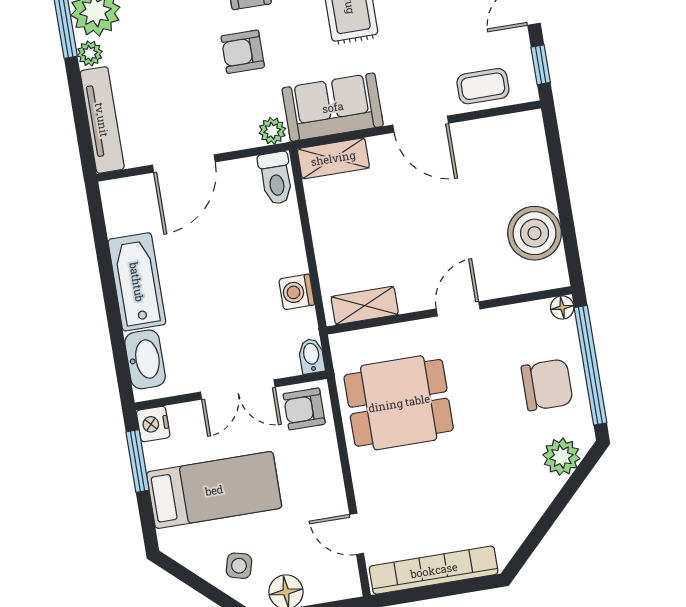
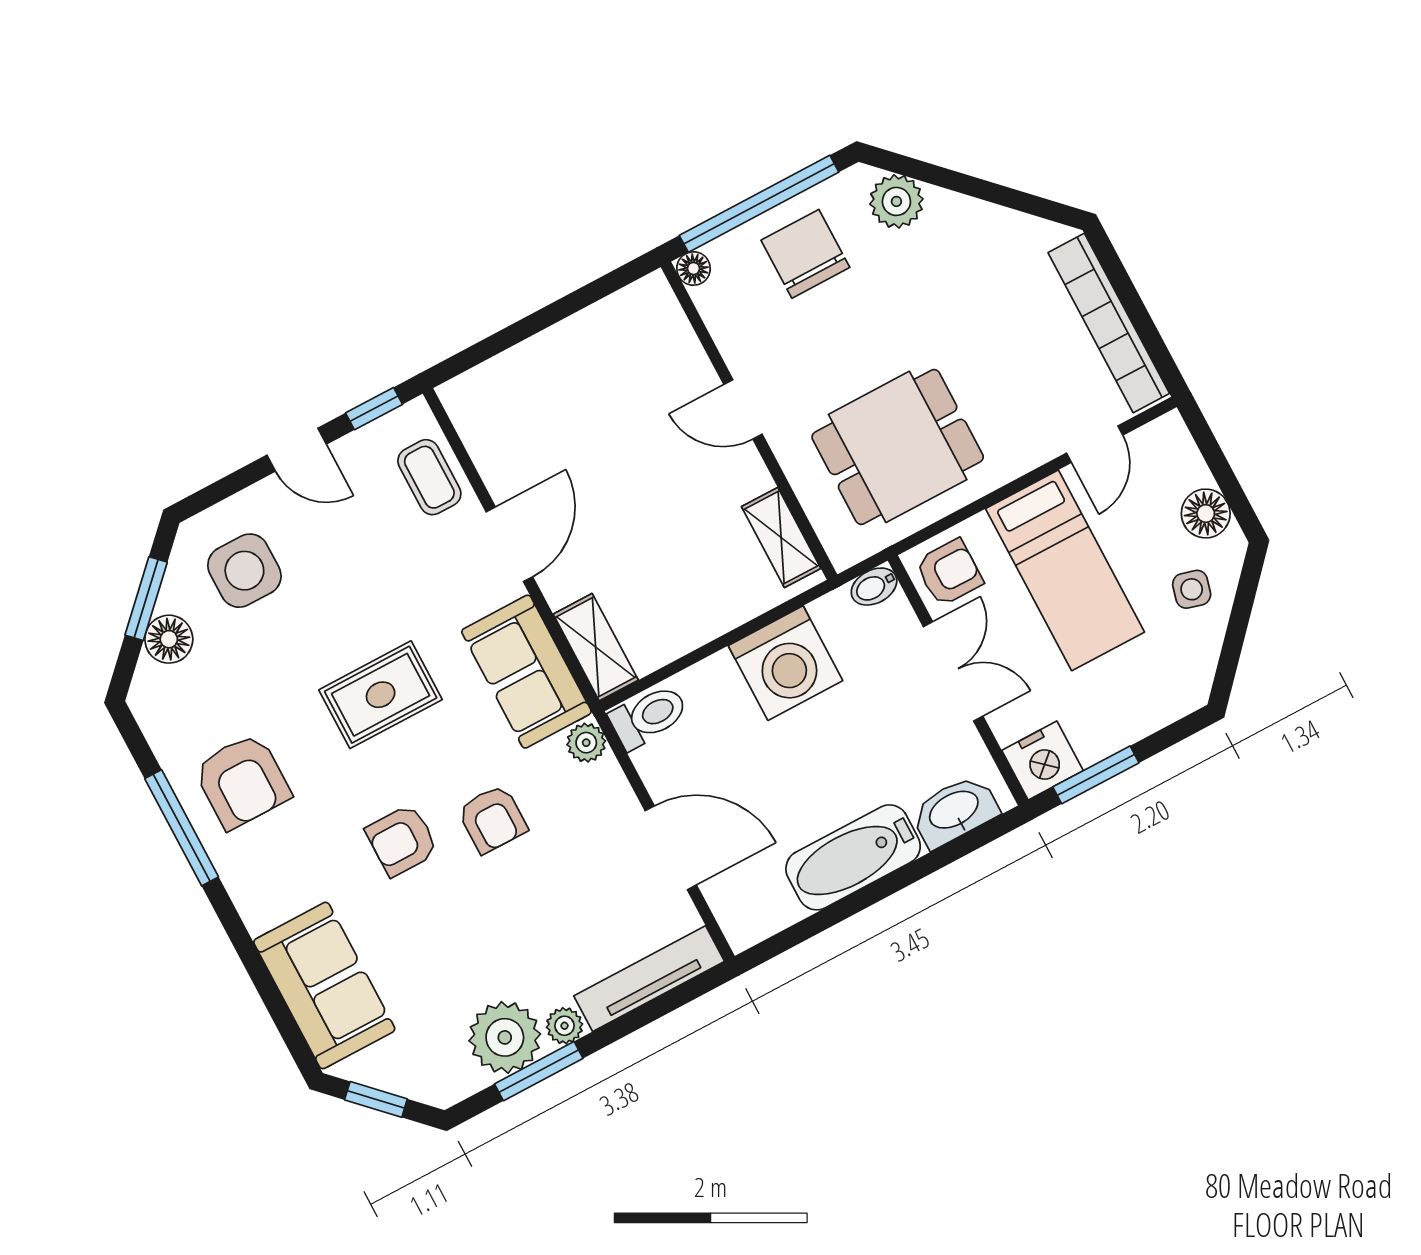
boiler: (535, 233) -> (605, 340), removed
washing machine: (297, 292) -> (785, 663), width x1.89, depth x1.89
dining table: (399, 403) -> (898, 447), turned 90
armchair: (304, 409) -> (949, 572), turned -90
nightstand: (153, 424) -> (1043, 761), width x1.36, depth x1.33
bed: (214, 490) -> (1065, 570), moved, turned 180

